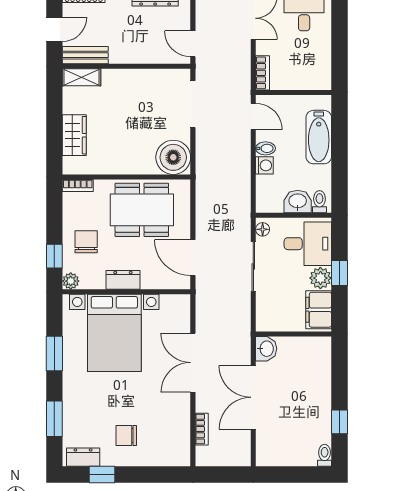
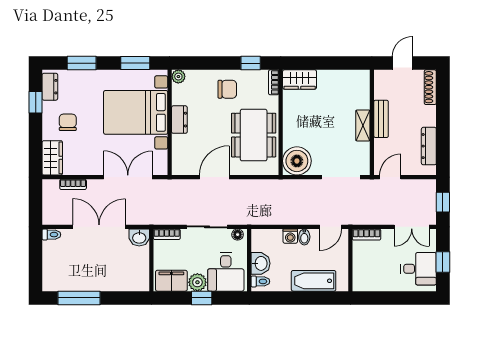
door: (54, 29) -> (402, 63), swing flipped
bench: (85, 55) -> (381, 119), moved
shelving: (82, 77) -> (363, 125), moved
wardrobe: (74, 135) -> (300, 79), moved
window: (54, 256) -> (251, 63), moved
dresser: (123, 280) -> (179, 120), moved
plant: (71, 281) -> (178, 77), moved
wall: (126, 292) -> (170, 122), moved
bookcase: (262, 315) -> (167, 234), added
bed with nightstands: (114, 333) -> (136, 112), moved
window: (339, 422) -> (79, 298), width x2.17
wardrobe: (169, 454) -> (52, 158), added
toilet: (325, 455) -> (51, 235), moved

